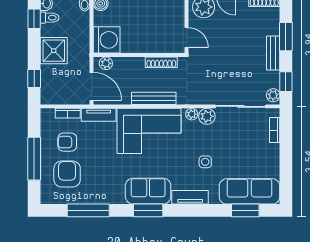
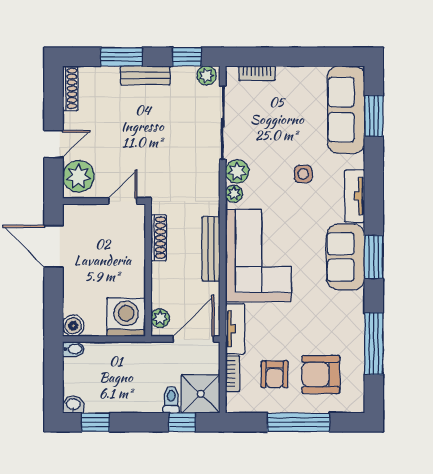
toilet: (50, 18) -> (171, 400), moved
shower: (54, 51) -> (201, 394), moved

